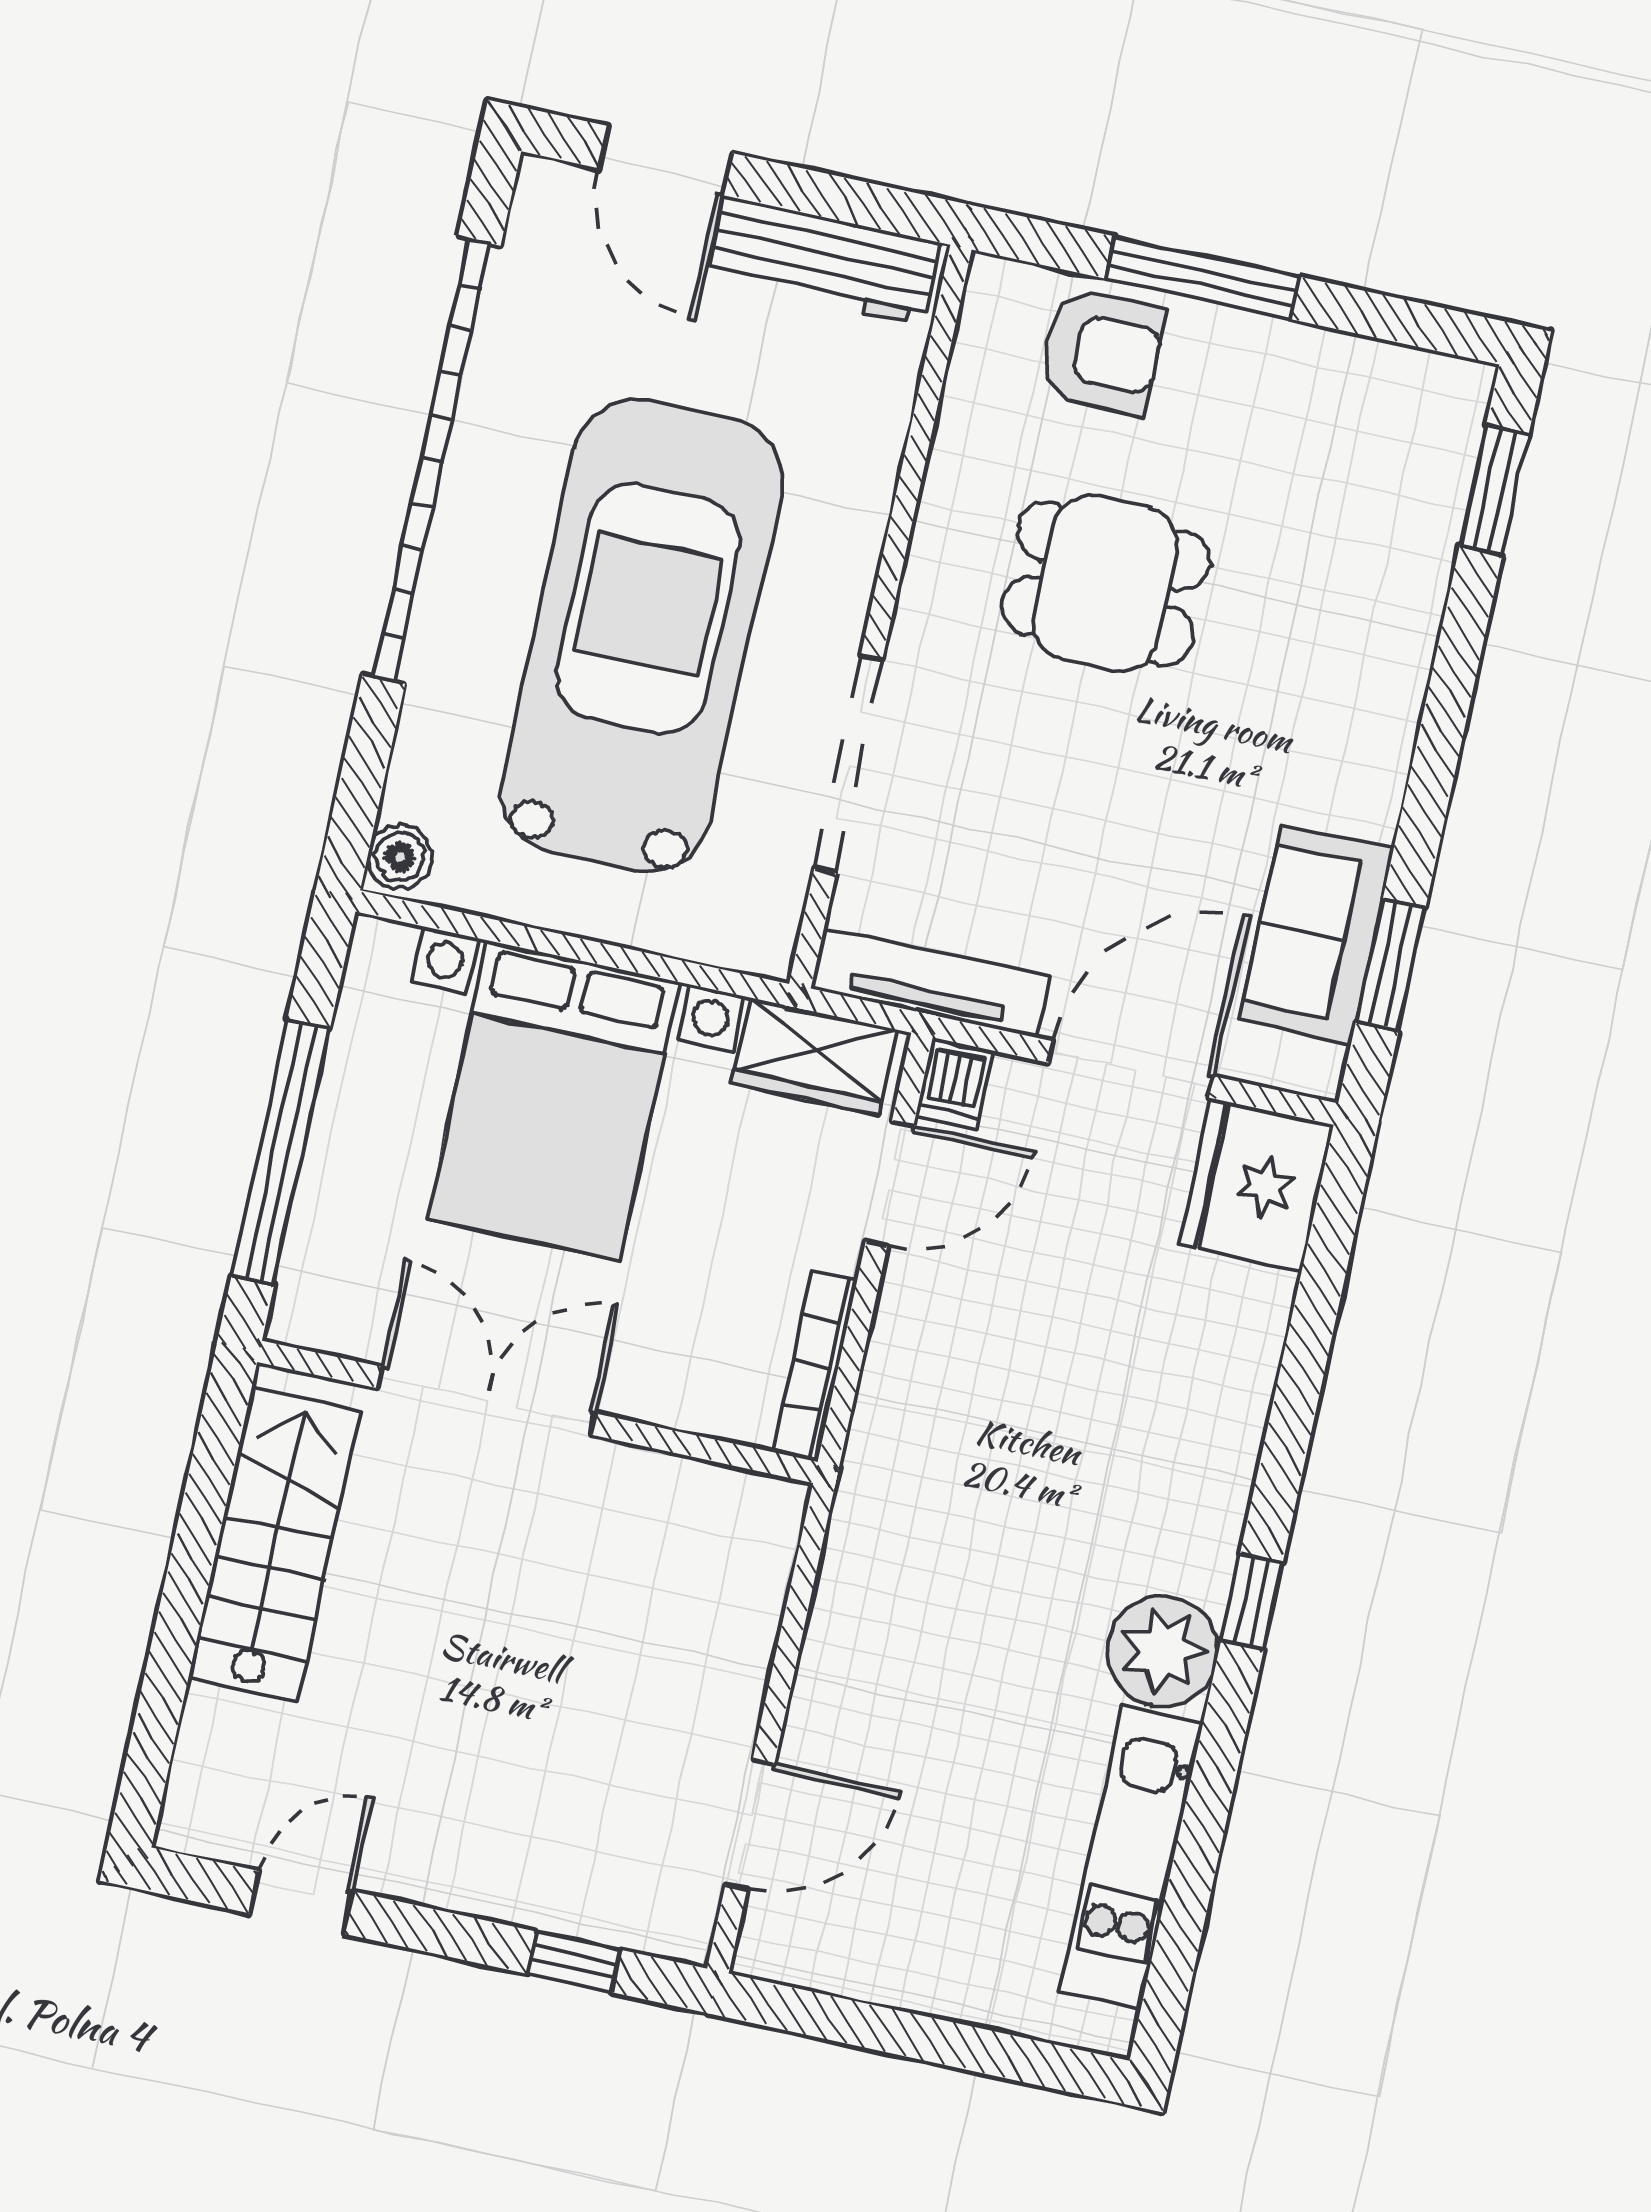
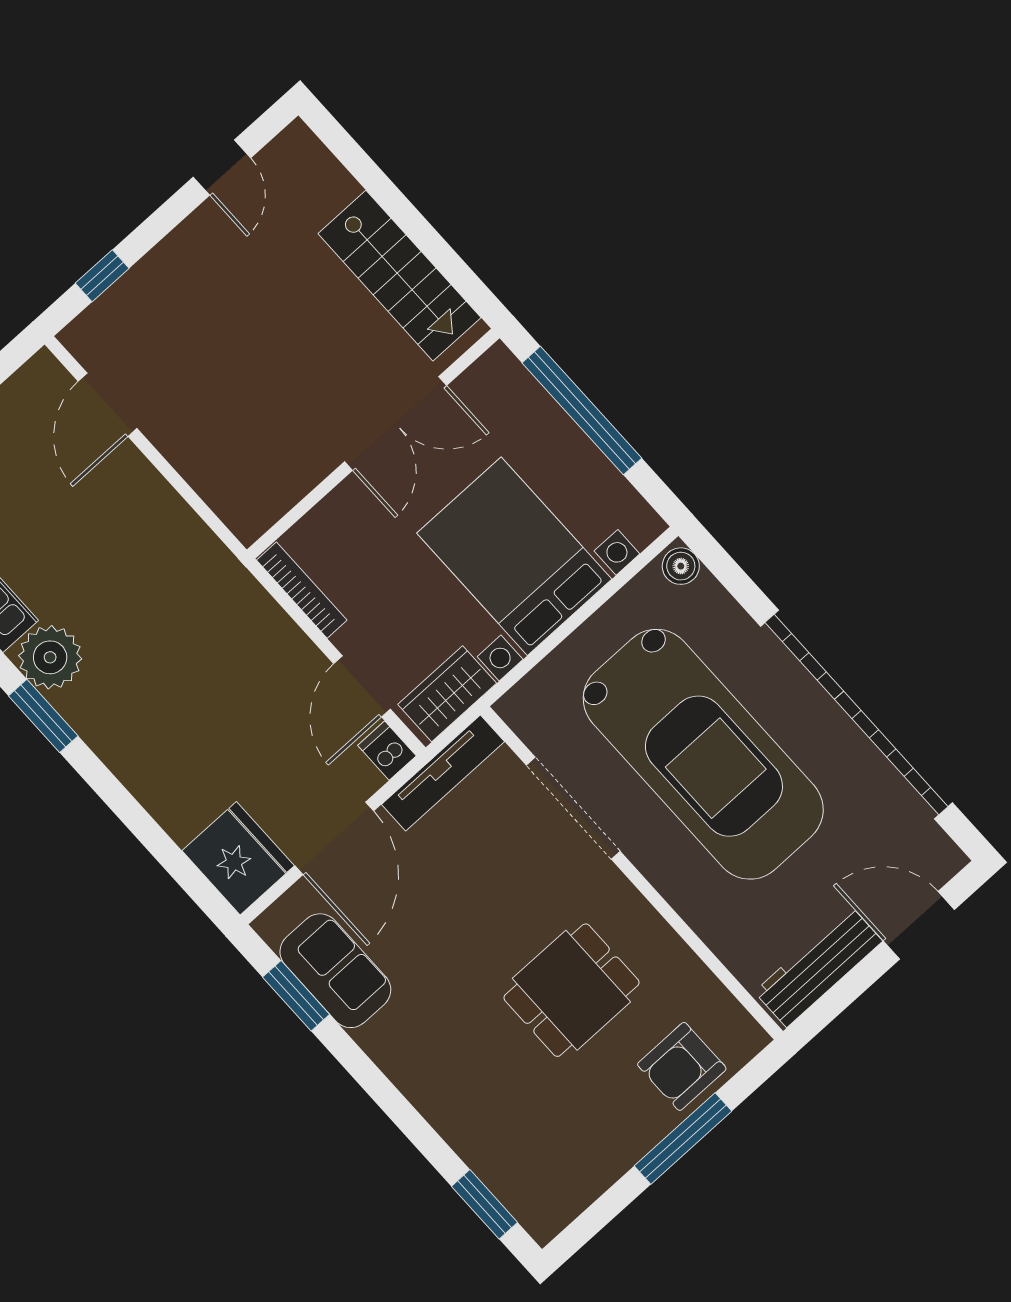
window: (1252, 1602) -> (43, 716), width x1.50

